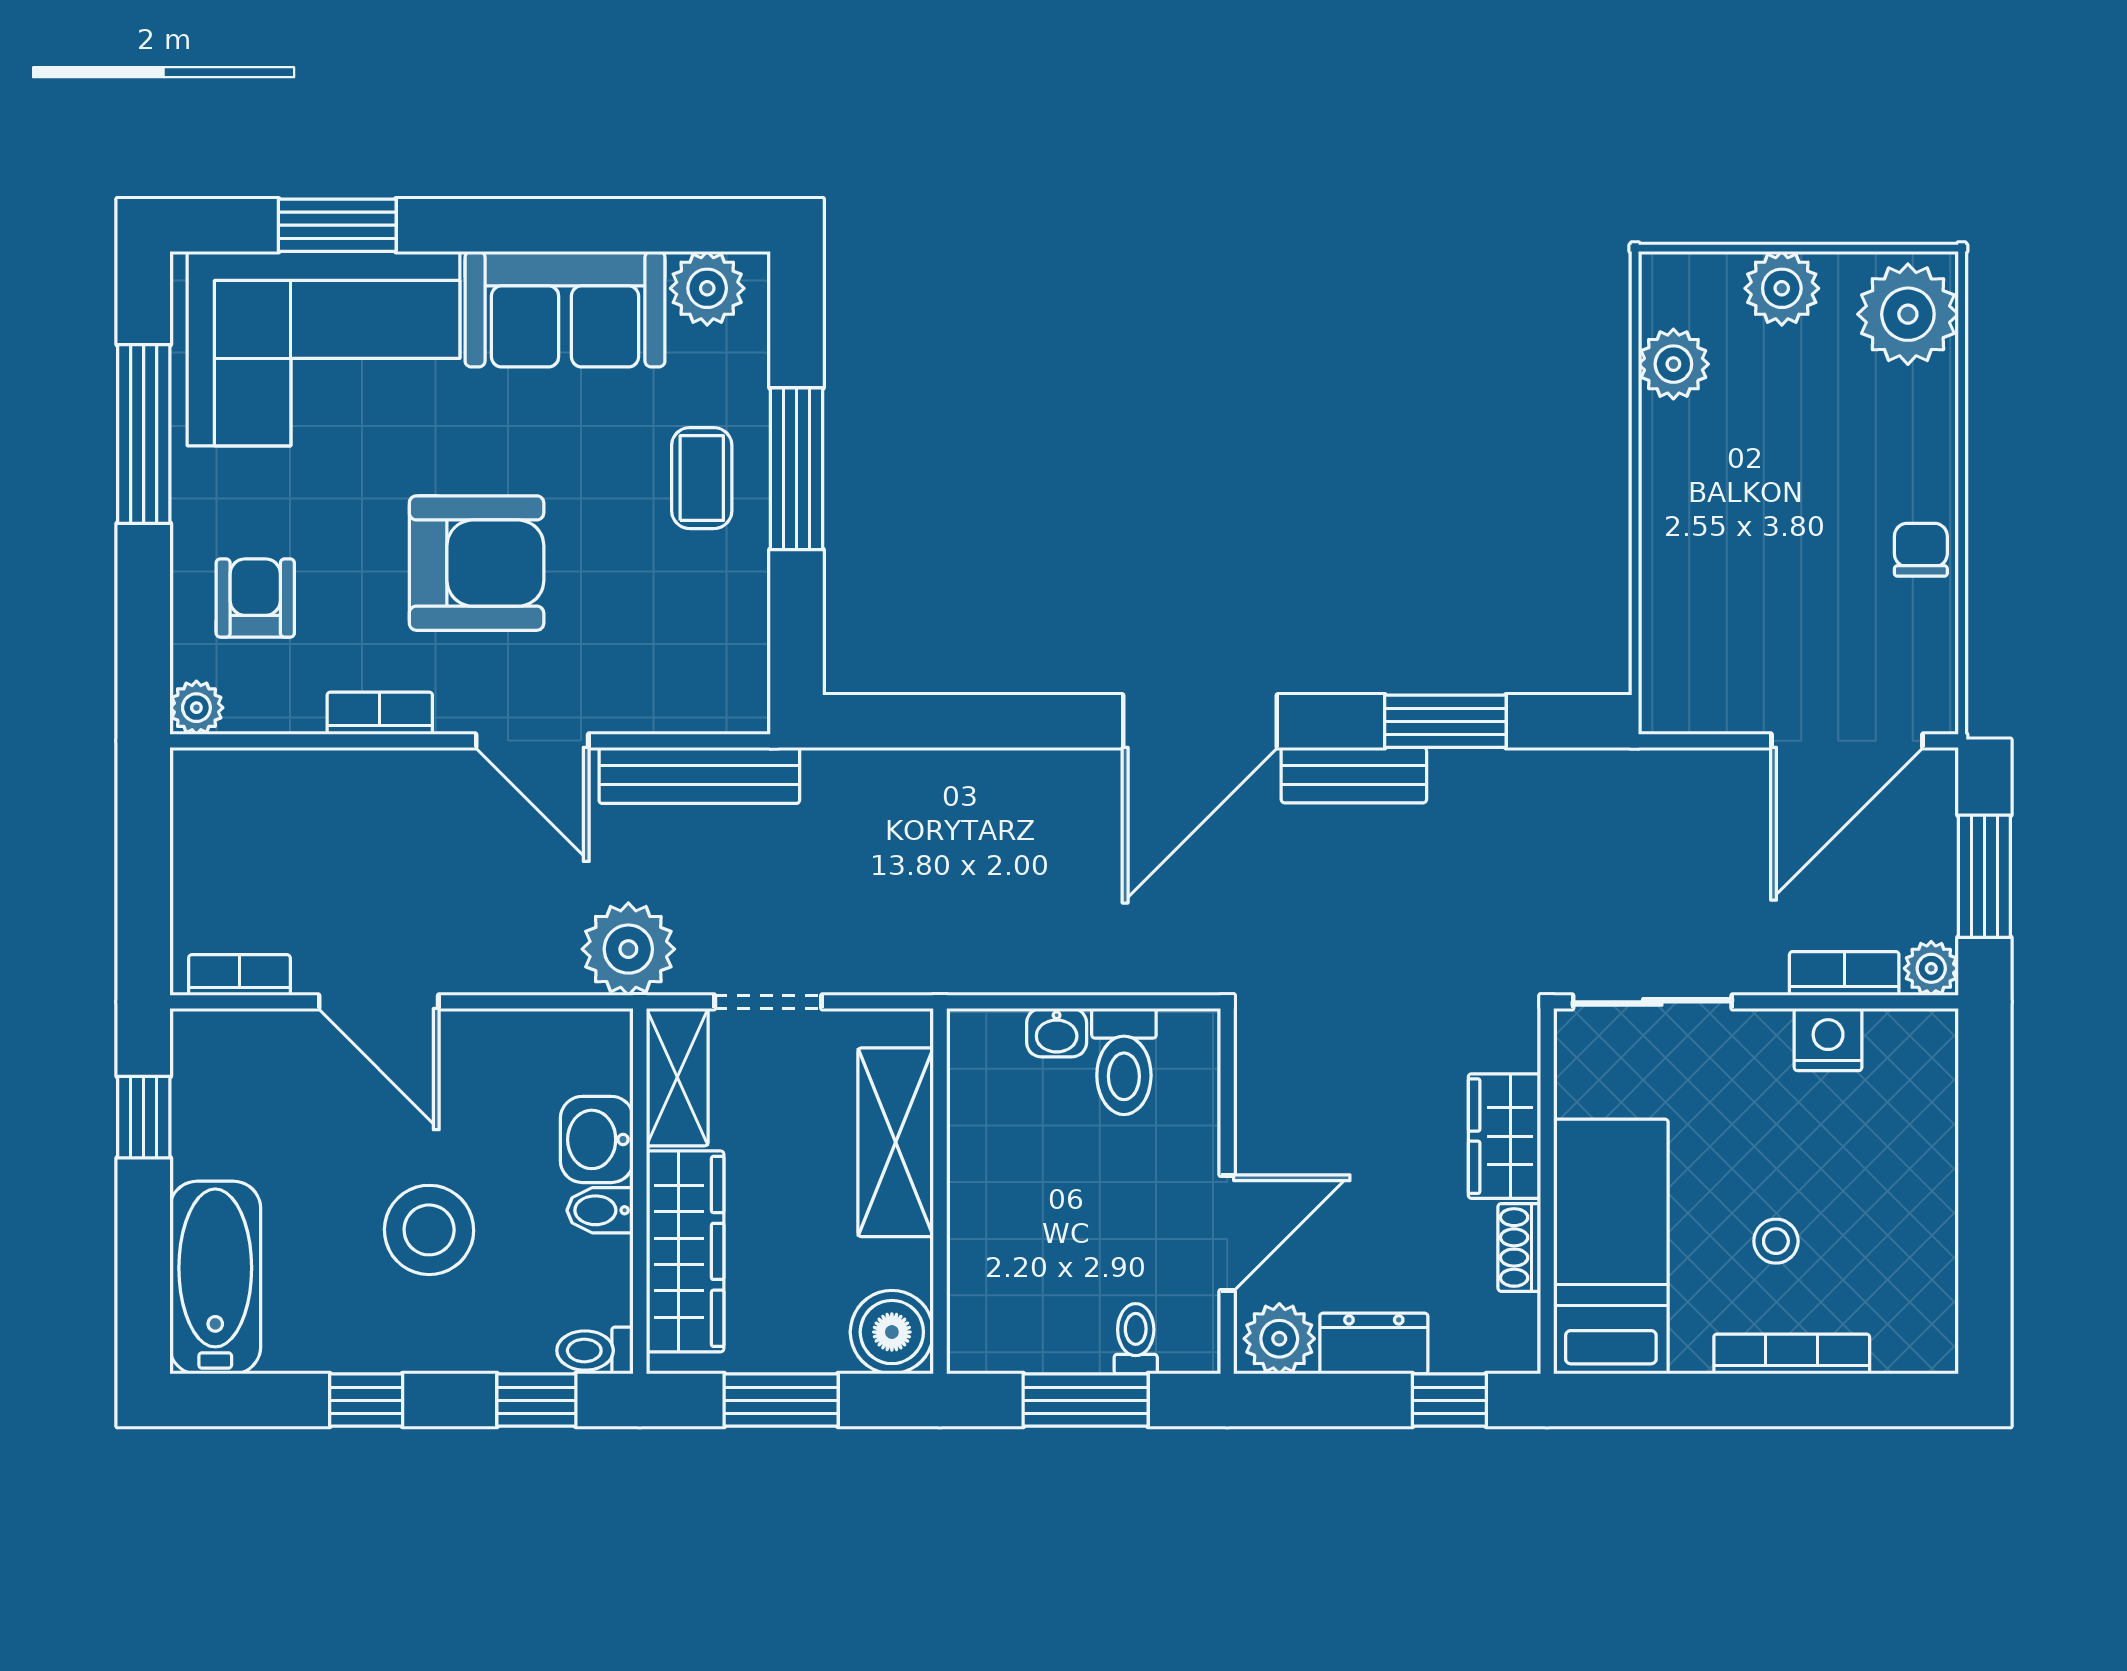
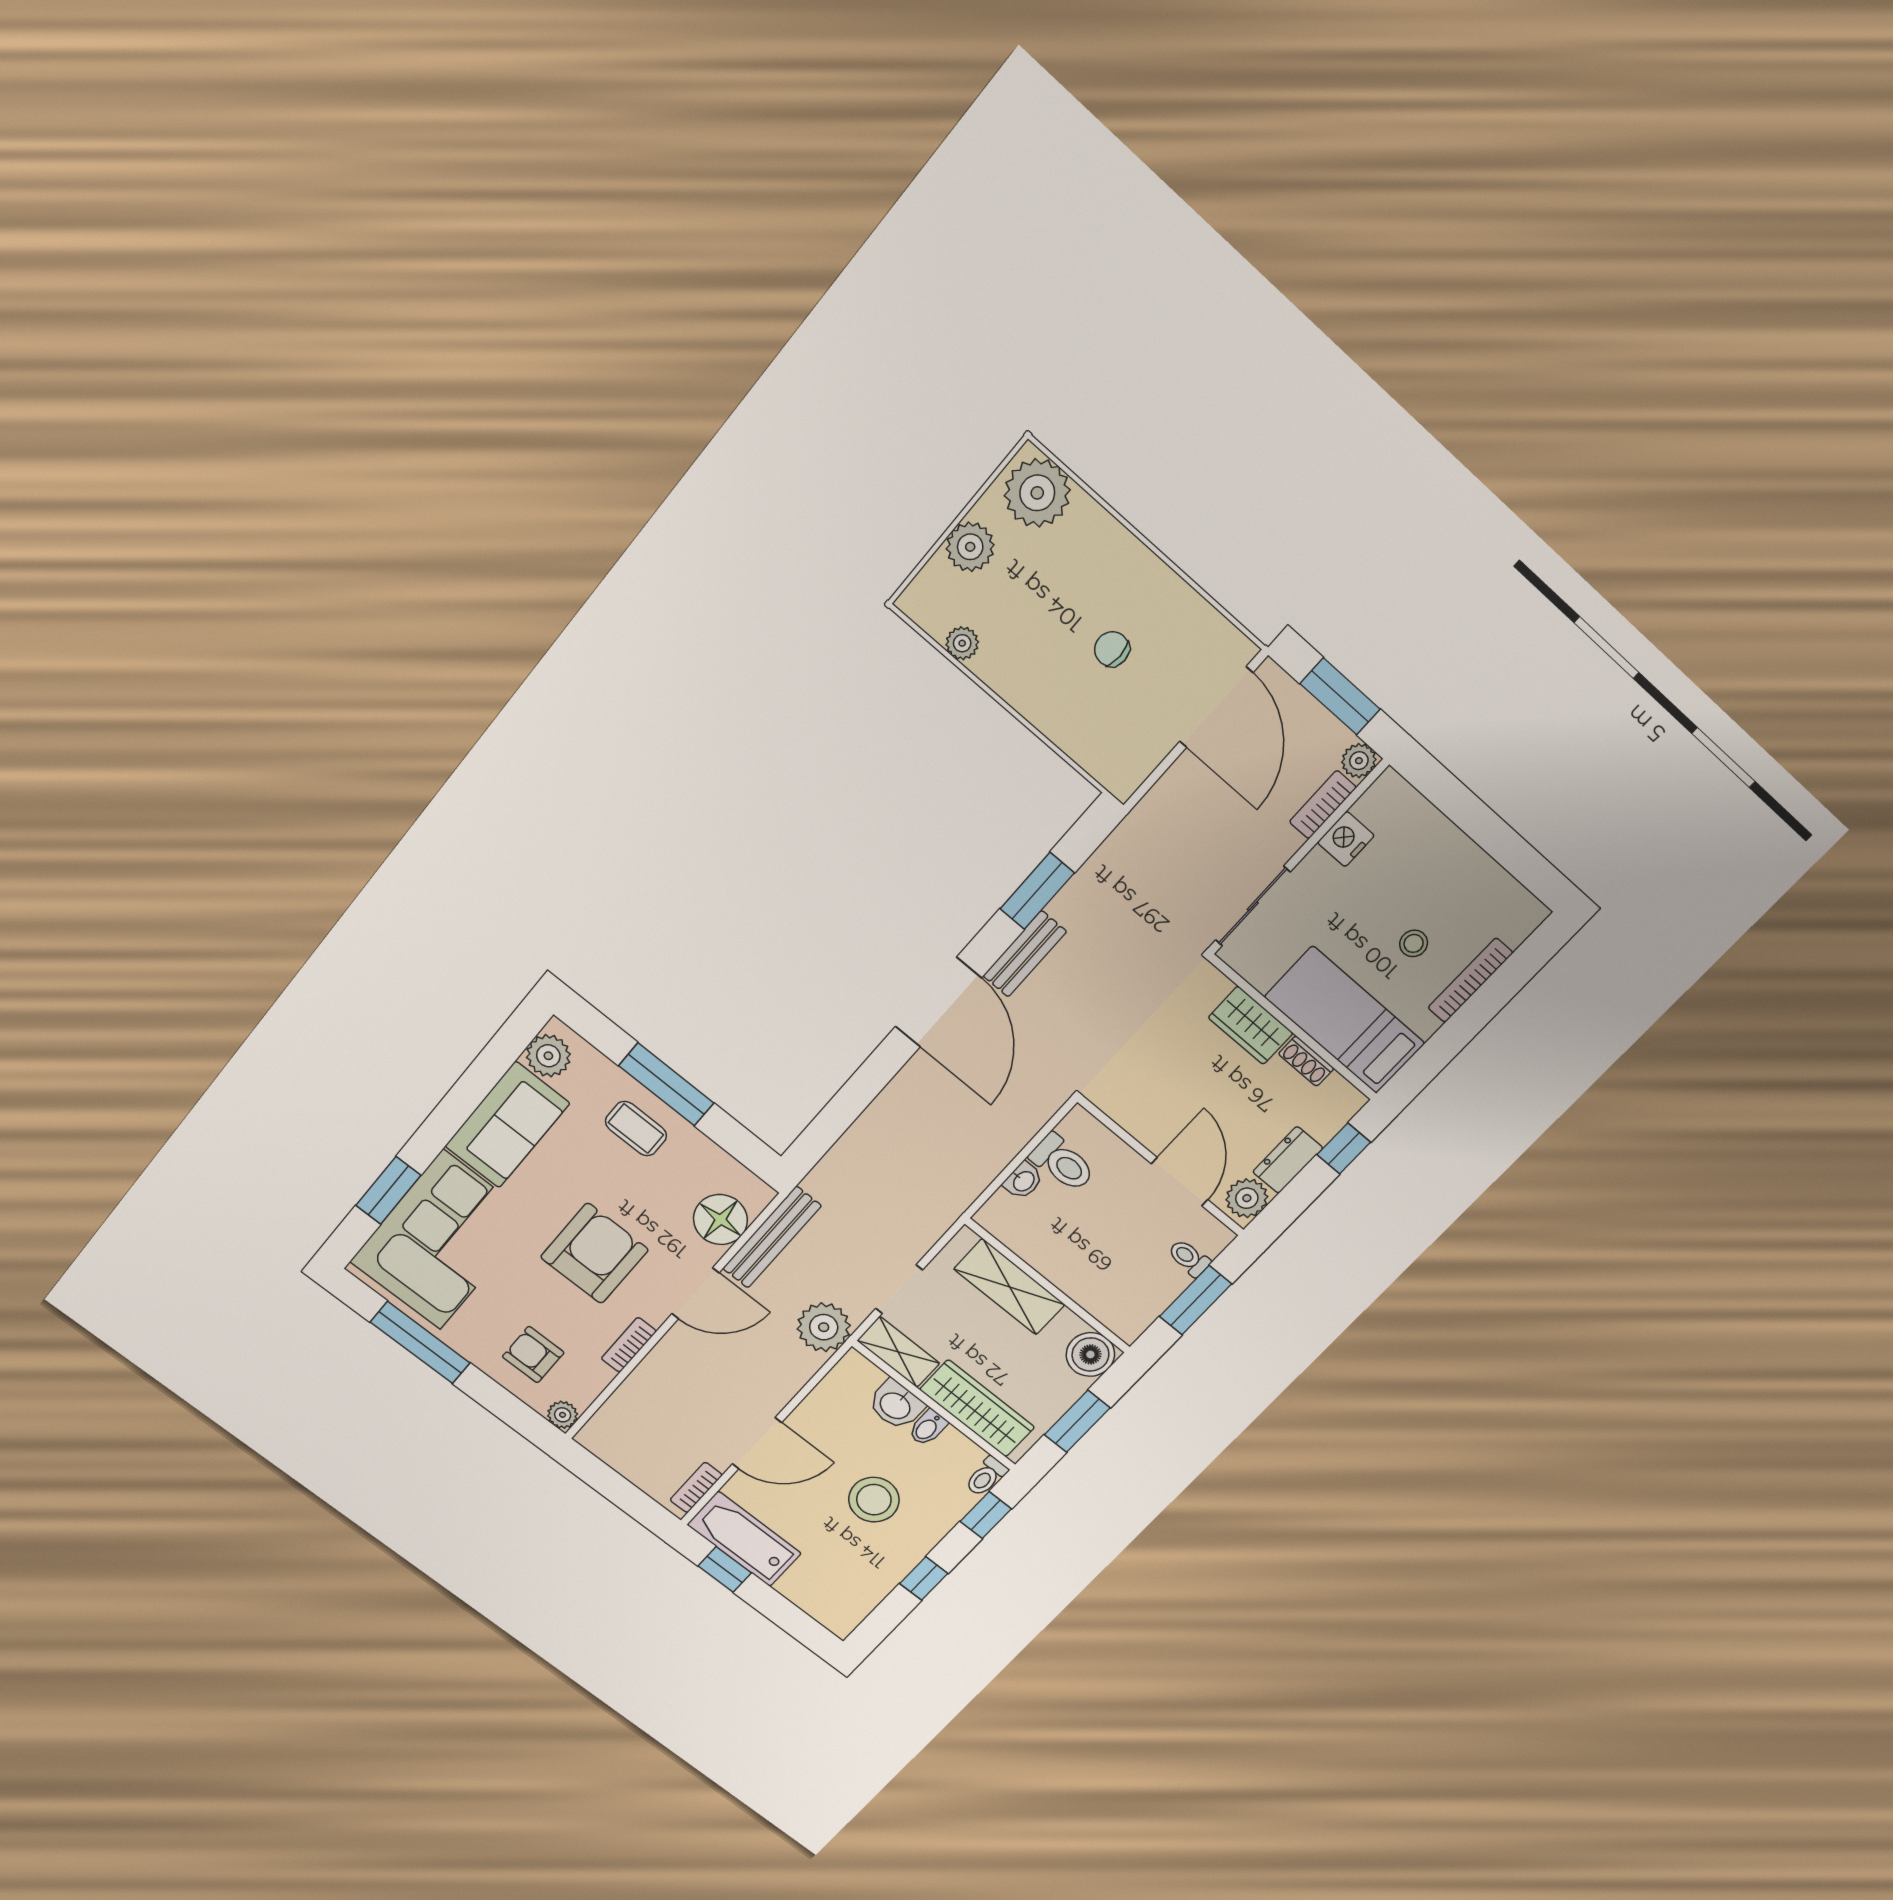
plant: (1673, 364) -> (962, 643), width x0.73, depth x0.73
chair: (1921, 550) -> (1112, 649), moved
floor lamp: (667, 688) -> (720, 1220), added
bathtub: (215, 1278) -> (744, 1539), moved

